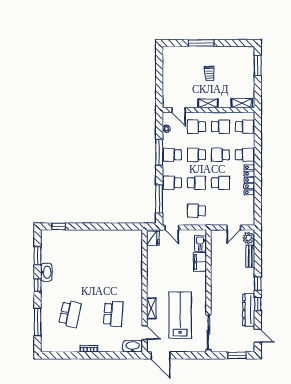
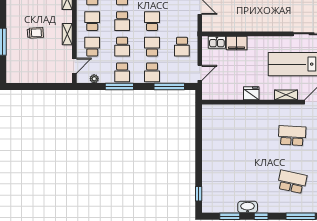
school desk: (196, 127) -> (92, 47), turned 180
fridge: (153, 238) -> (251, 93), moved

